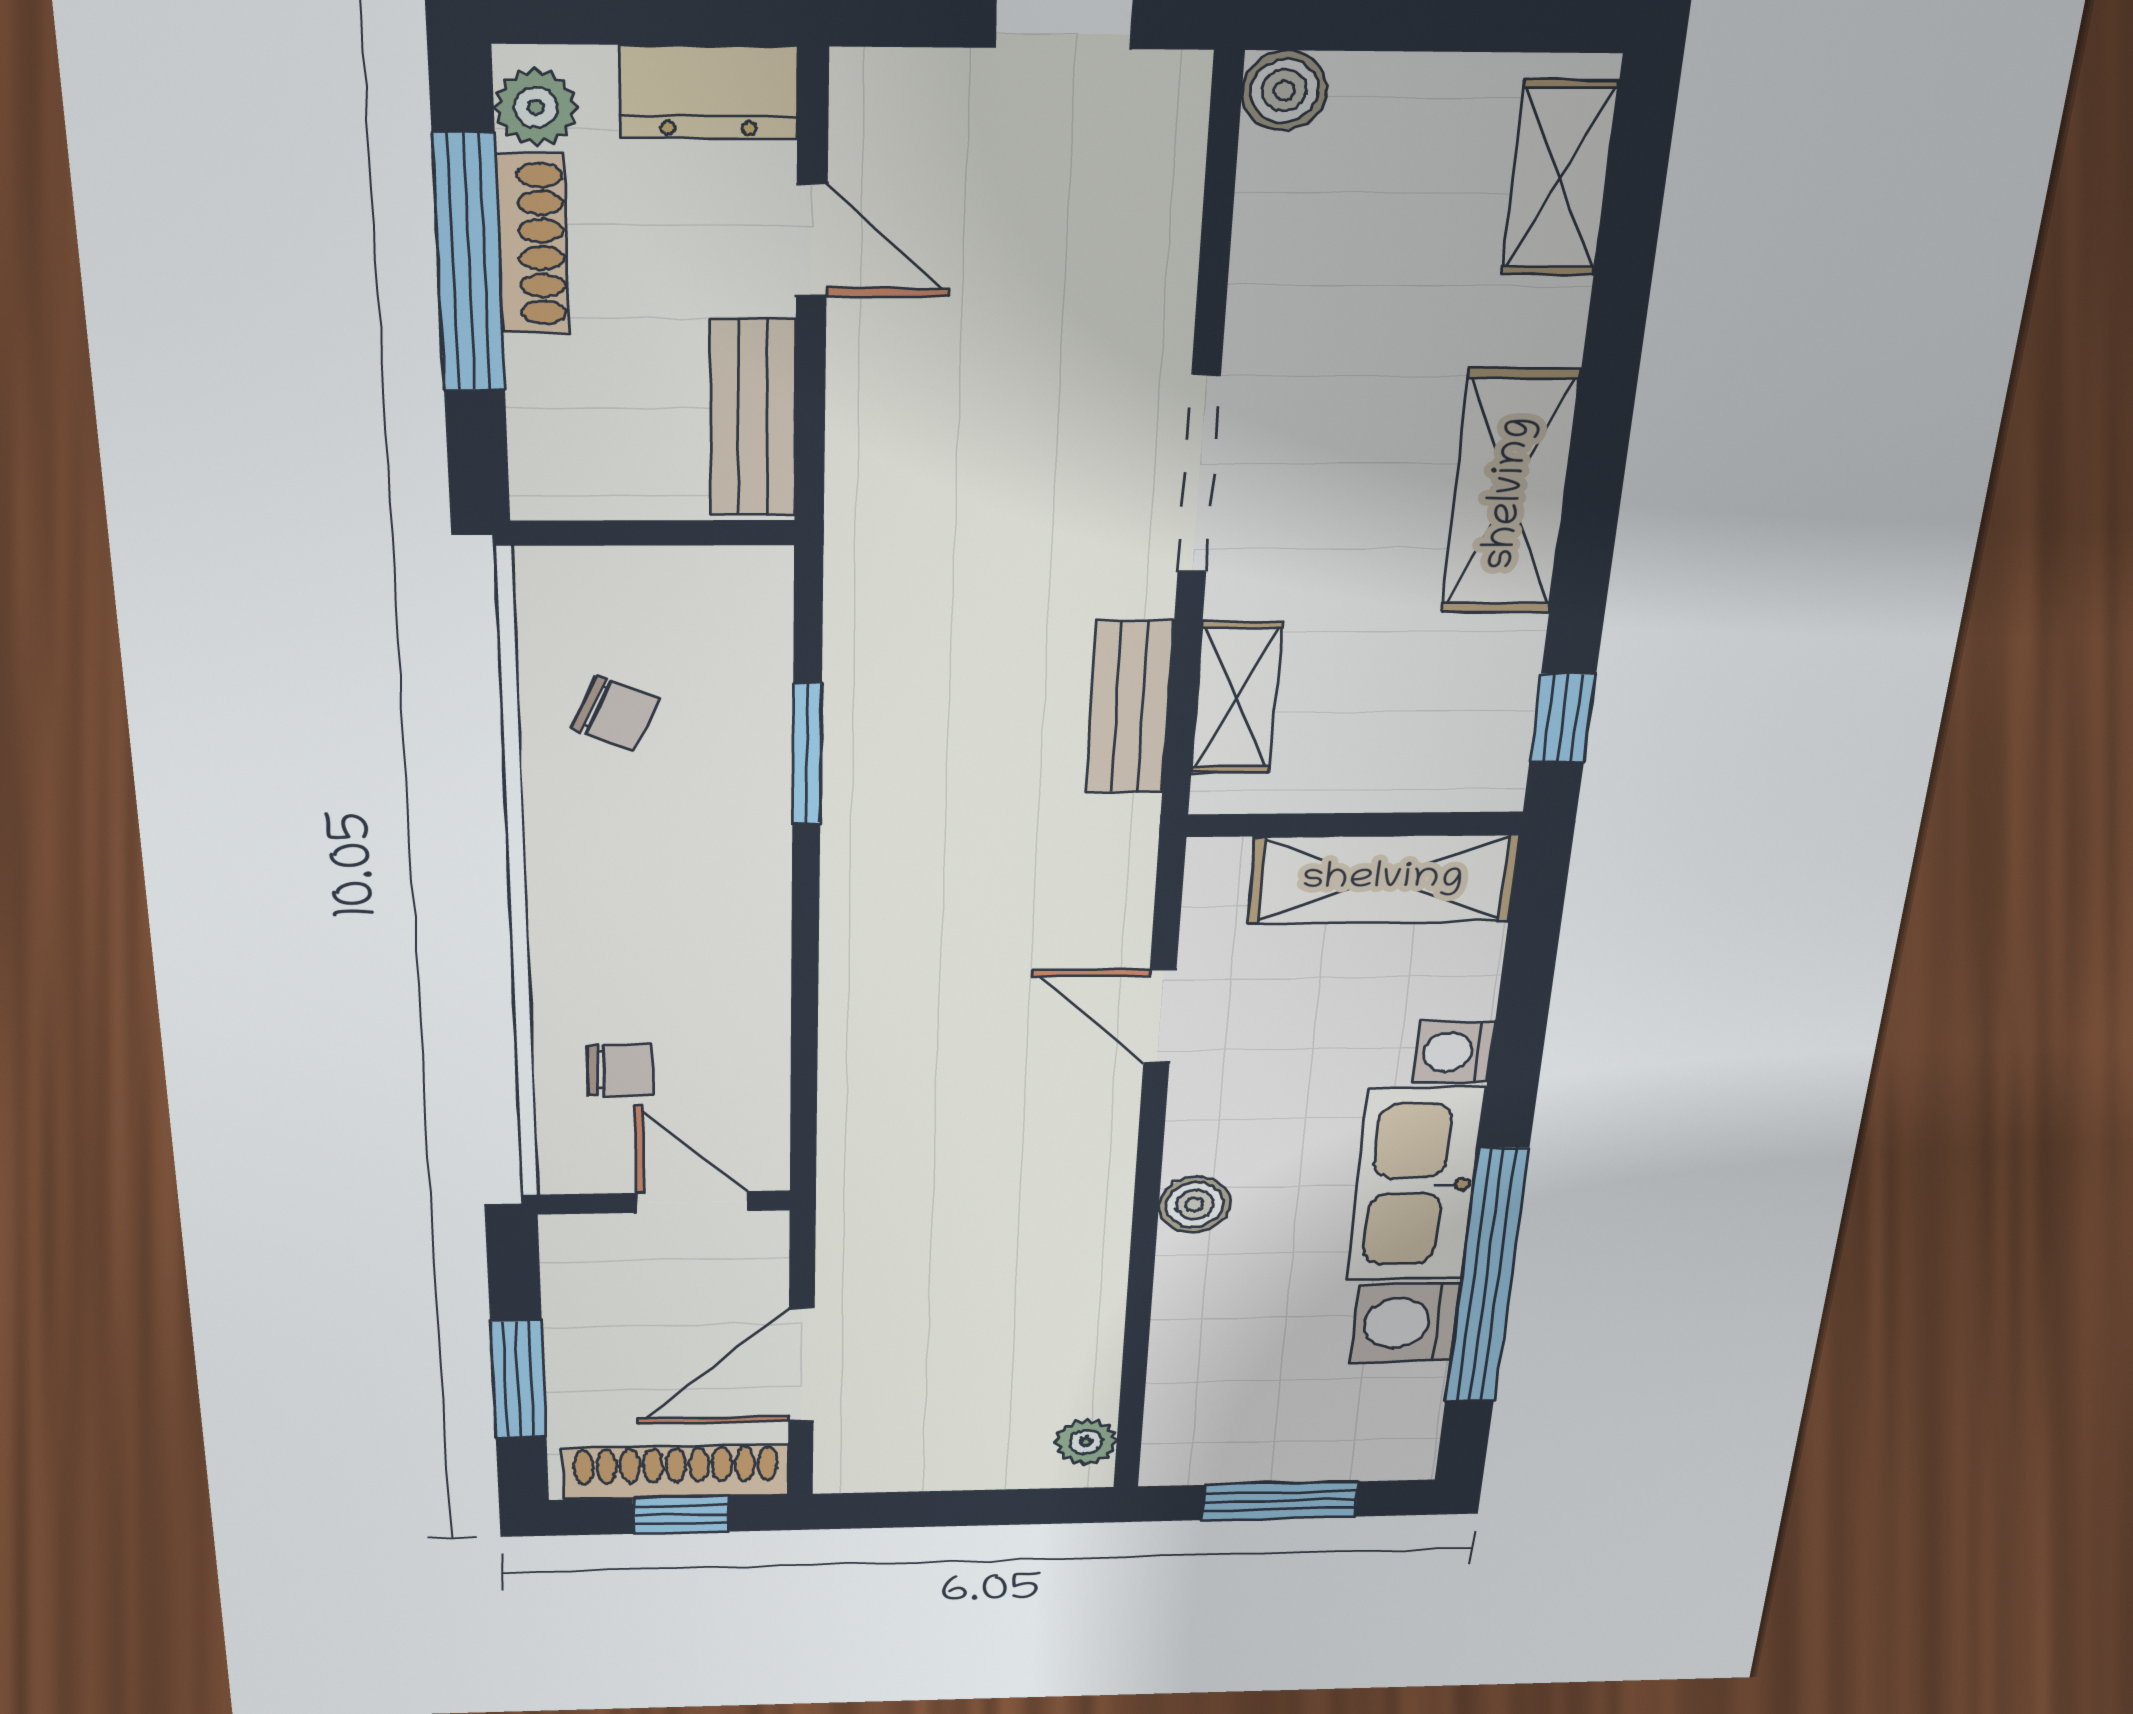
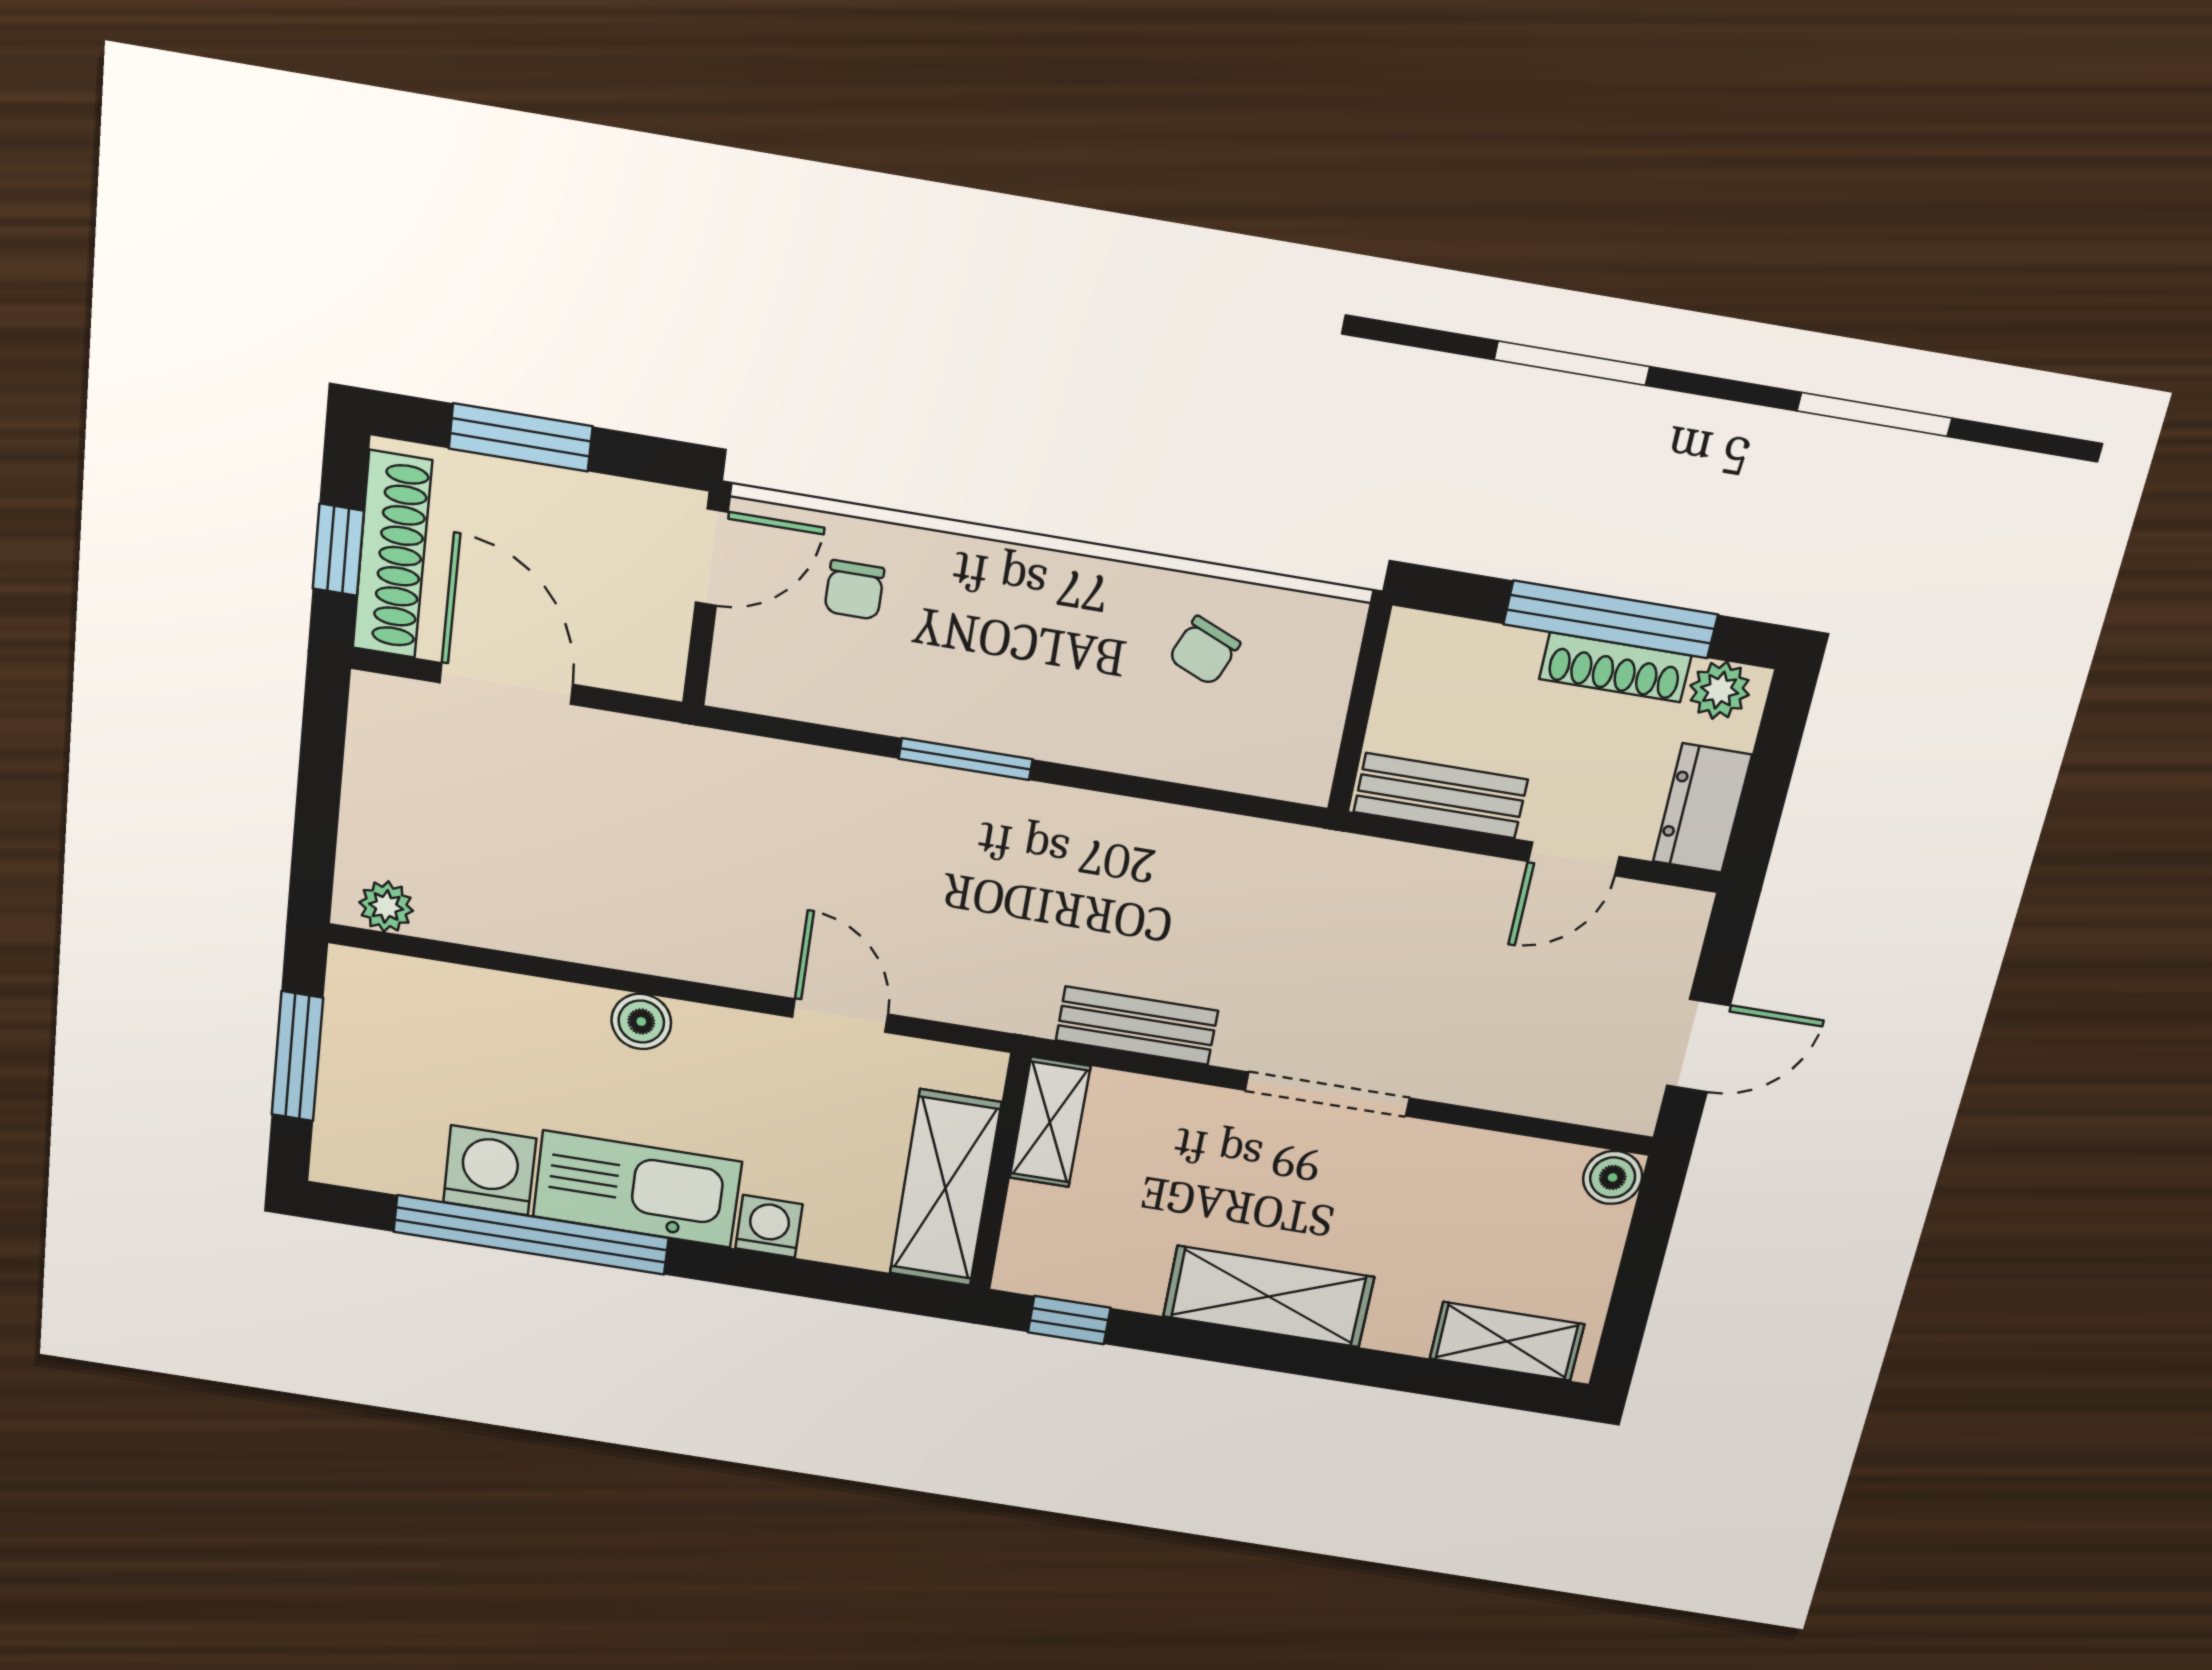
shelving: (1236, 698) -> (1050, 1122), moved, turned 90
window: (807, 754) -> (966, 759), moved
door: (1160, 1016) -> (840, 1016), hinge flipped
door: (693, 1202) -> (712, 557), moved

